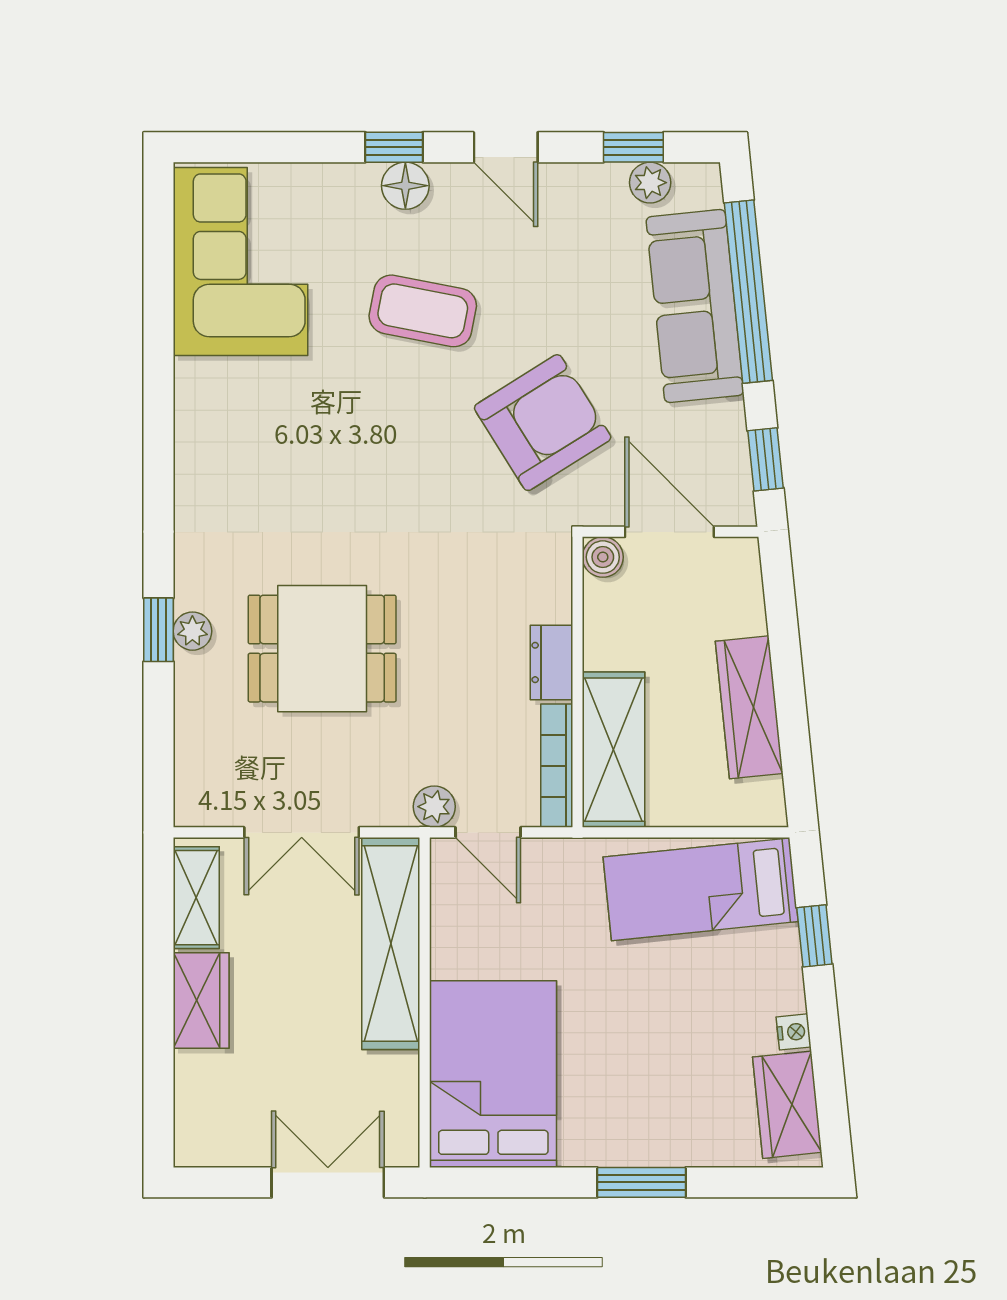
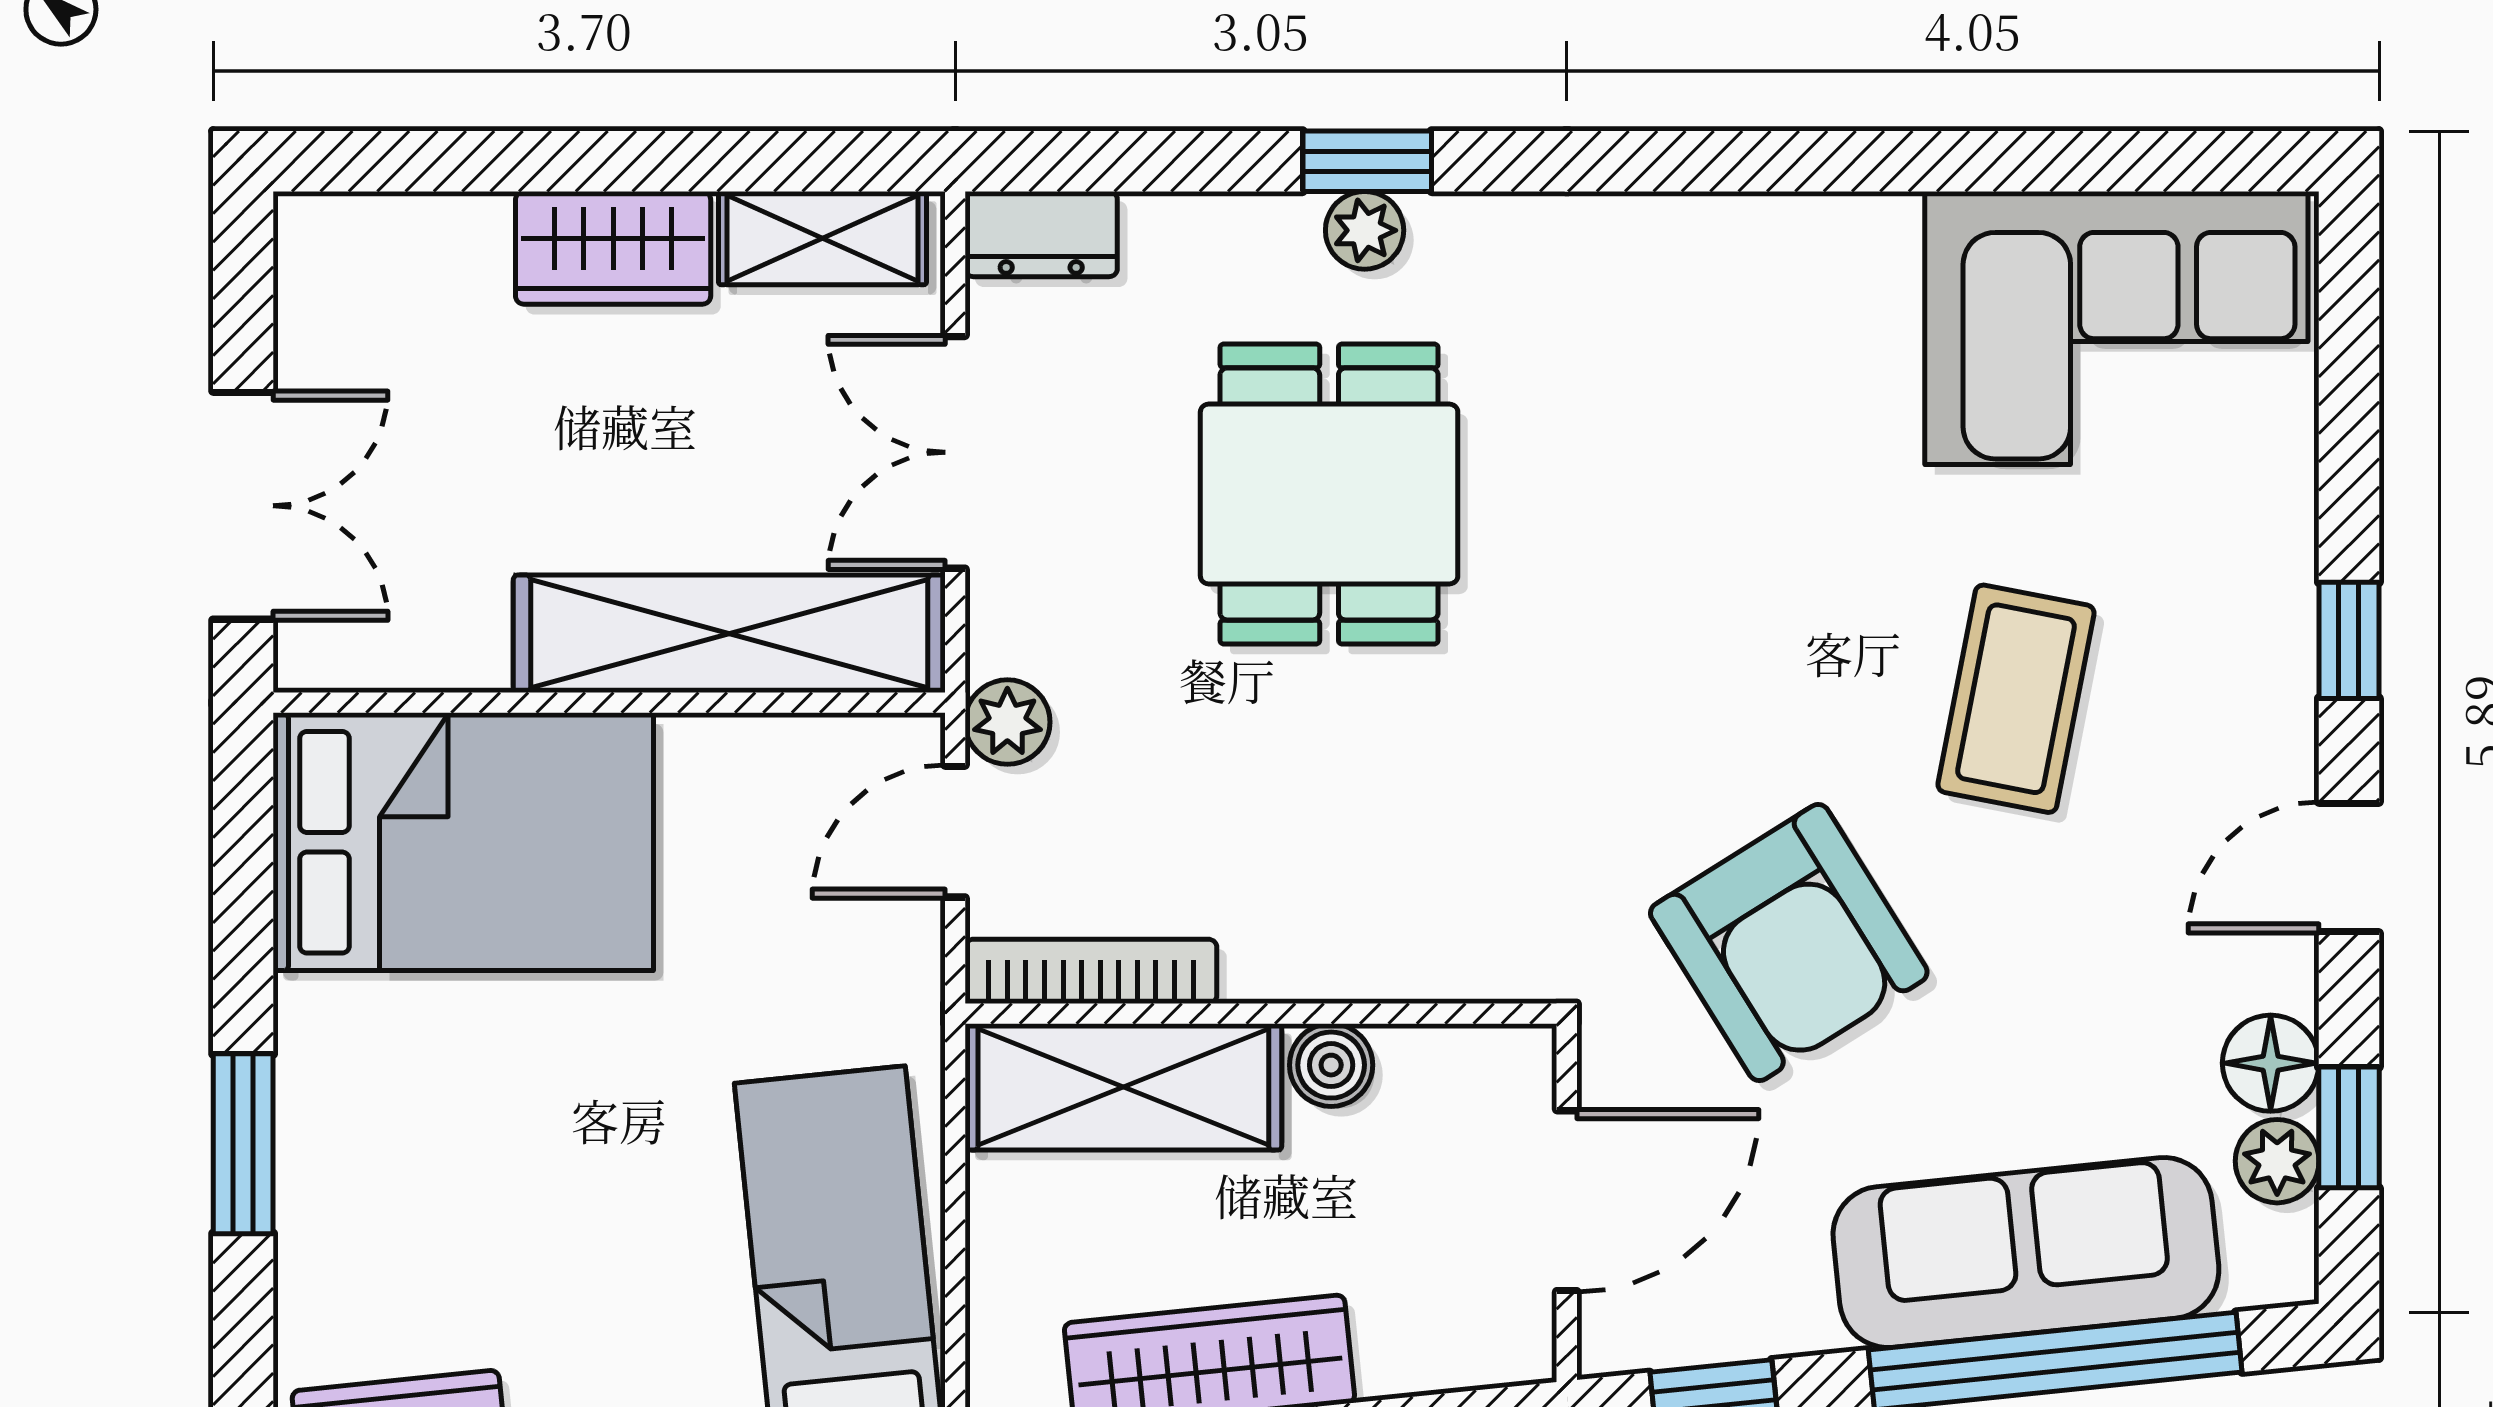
floor lamp: (405, 186) -> (2271, 1063), moved
boiler: (603, 557) -> (1331, 1065), moved
dresser: (552, 662) -> (1041, 234), moved, turned 180

